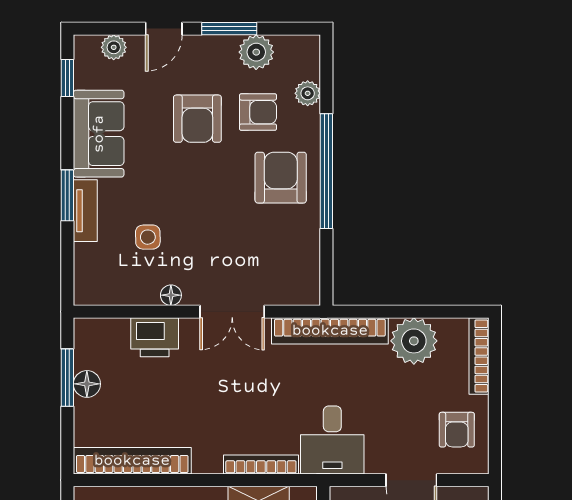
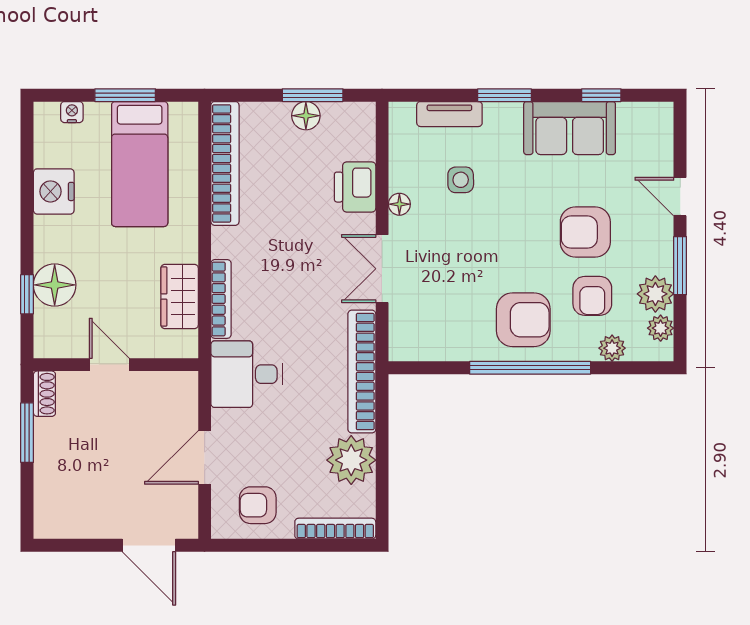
plant: (114, 47) -> (661, 328), moved
window: (67, 78) -> (601, 95), moved
tv unit: (85, 211) -> (449, 114), moved

